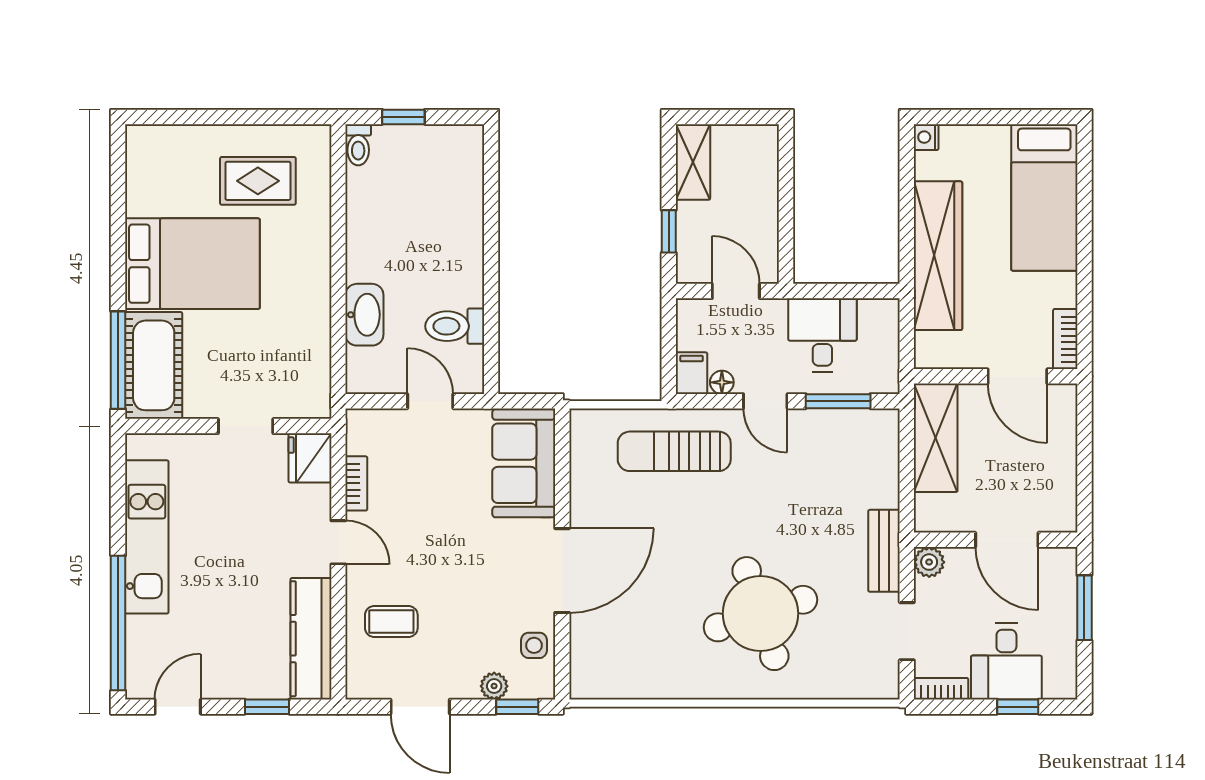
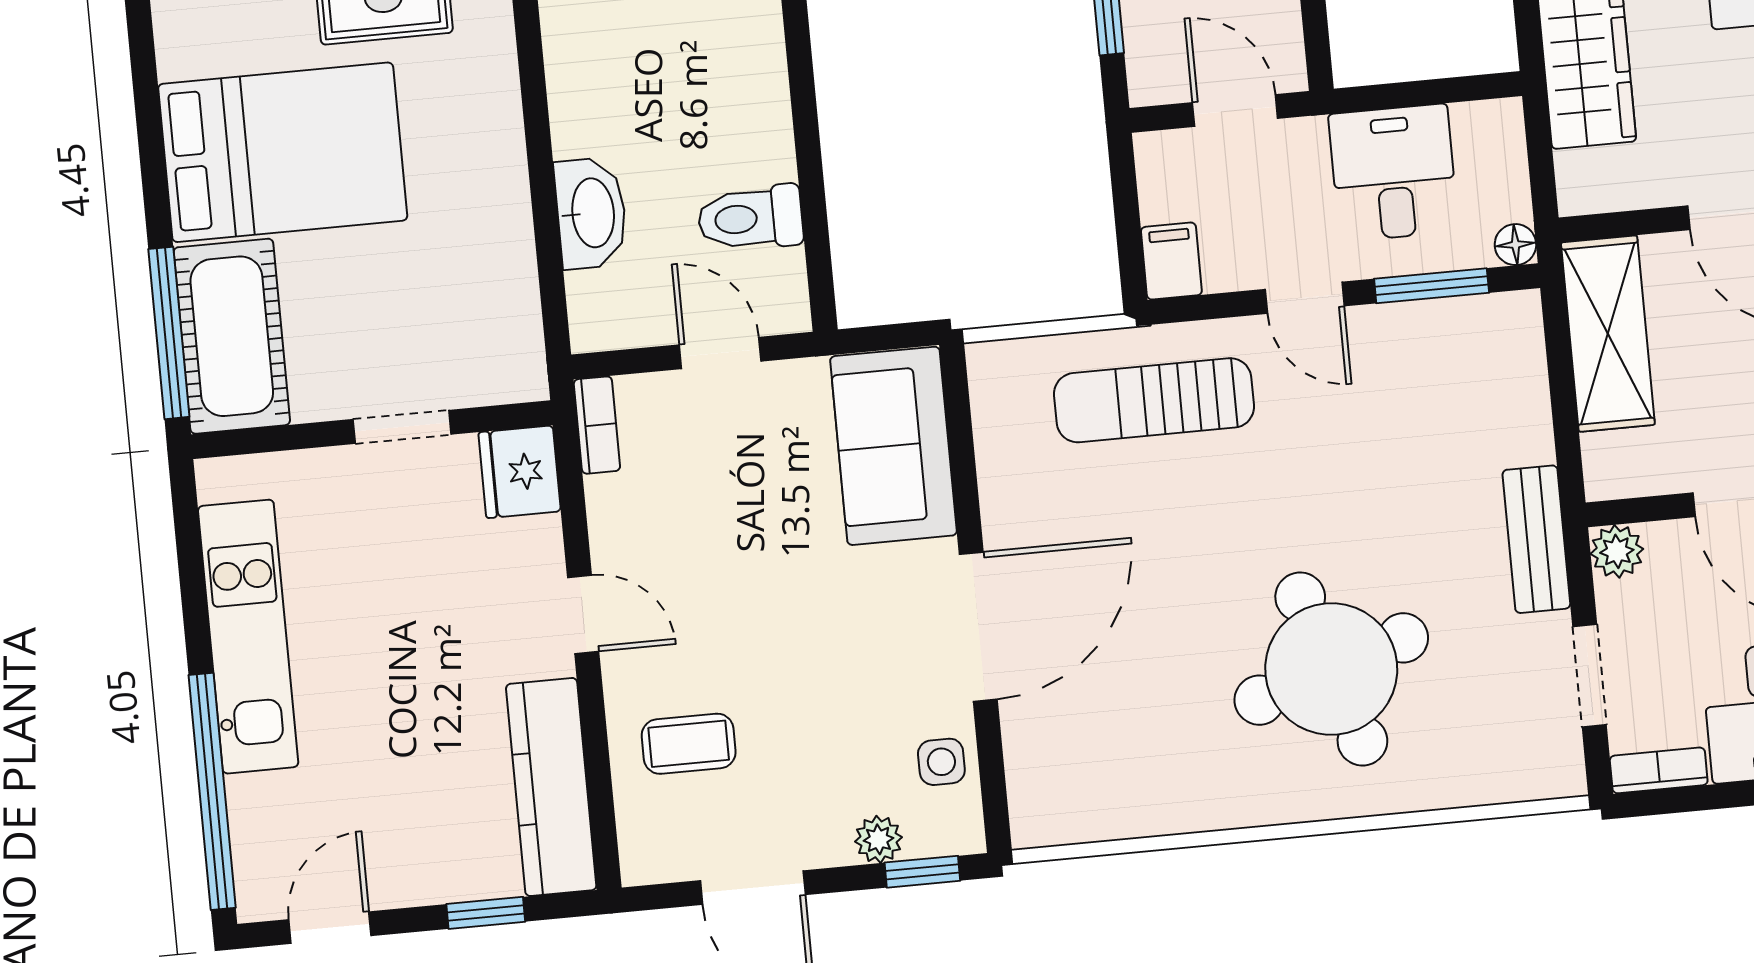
floor lamp: (722, 382) -> (1515, 245), moved
bookcase: (356, 483) -> (597, 425), moved

